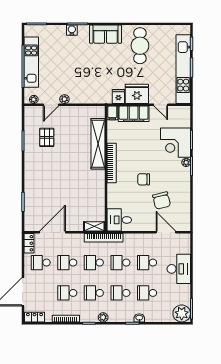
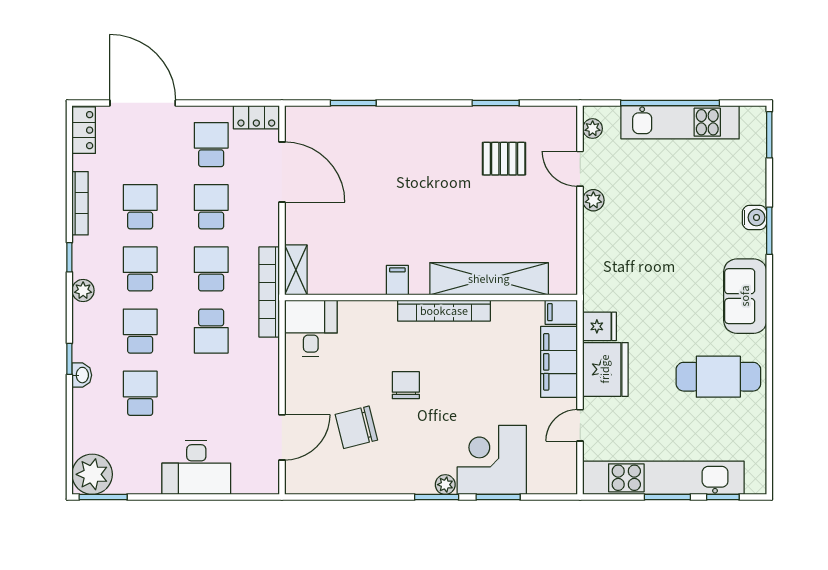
filing cabinet: (99, 183) -> (397, 280), added
school desk: (120, 263) -> (211, 331), turned 180
school desk: (147, 263) -> (211, 393), removed

